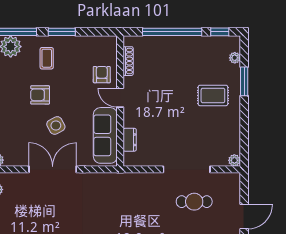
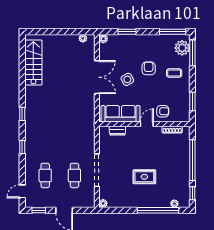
window: (62, 32) -> (192, 101), moved
window: (244, 81) -> (158, 210), width x2.11
rug: (213, 95) -> (144, 177), moved, turned 90

